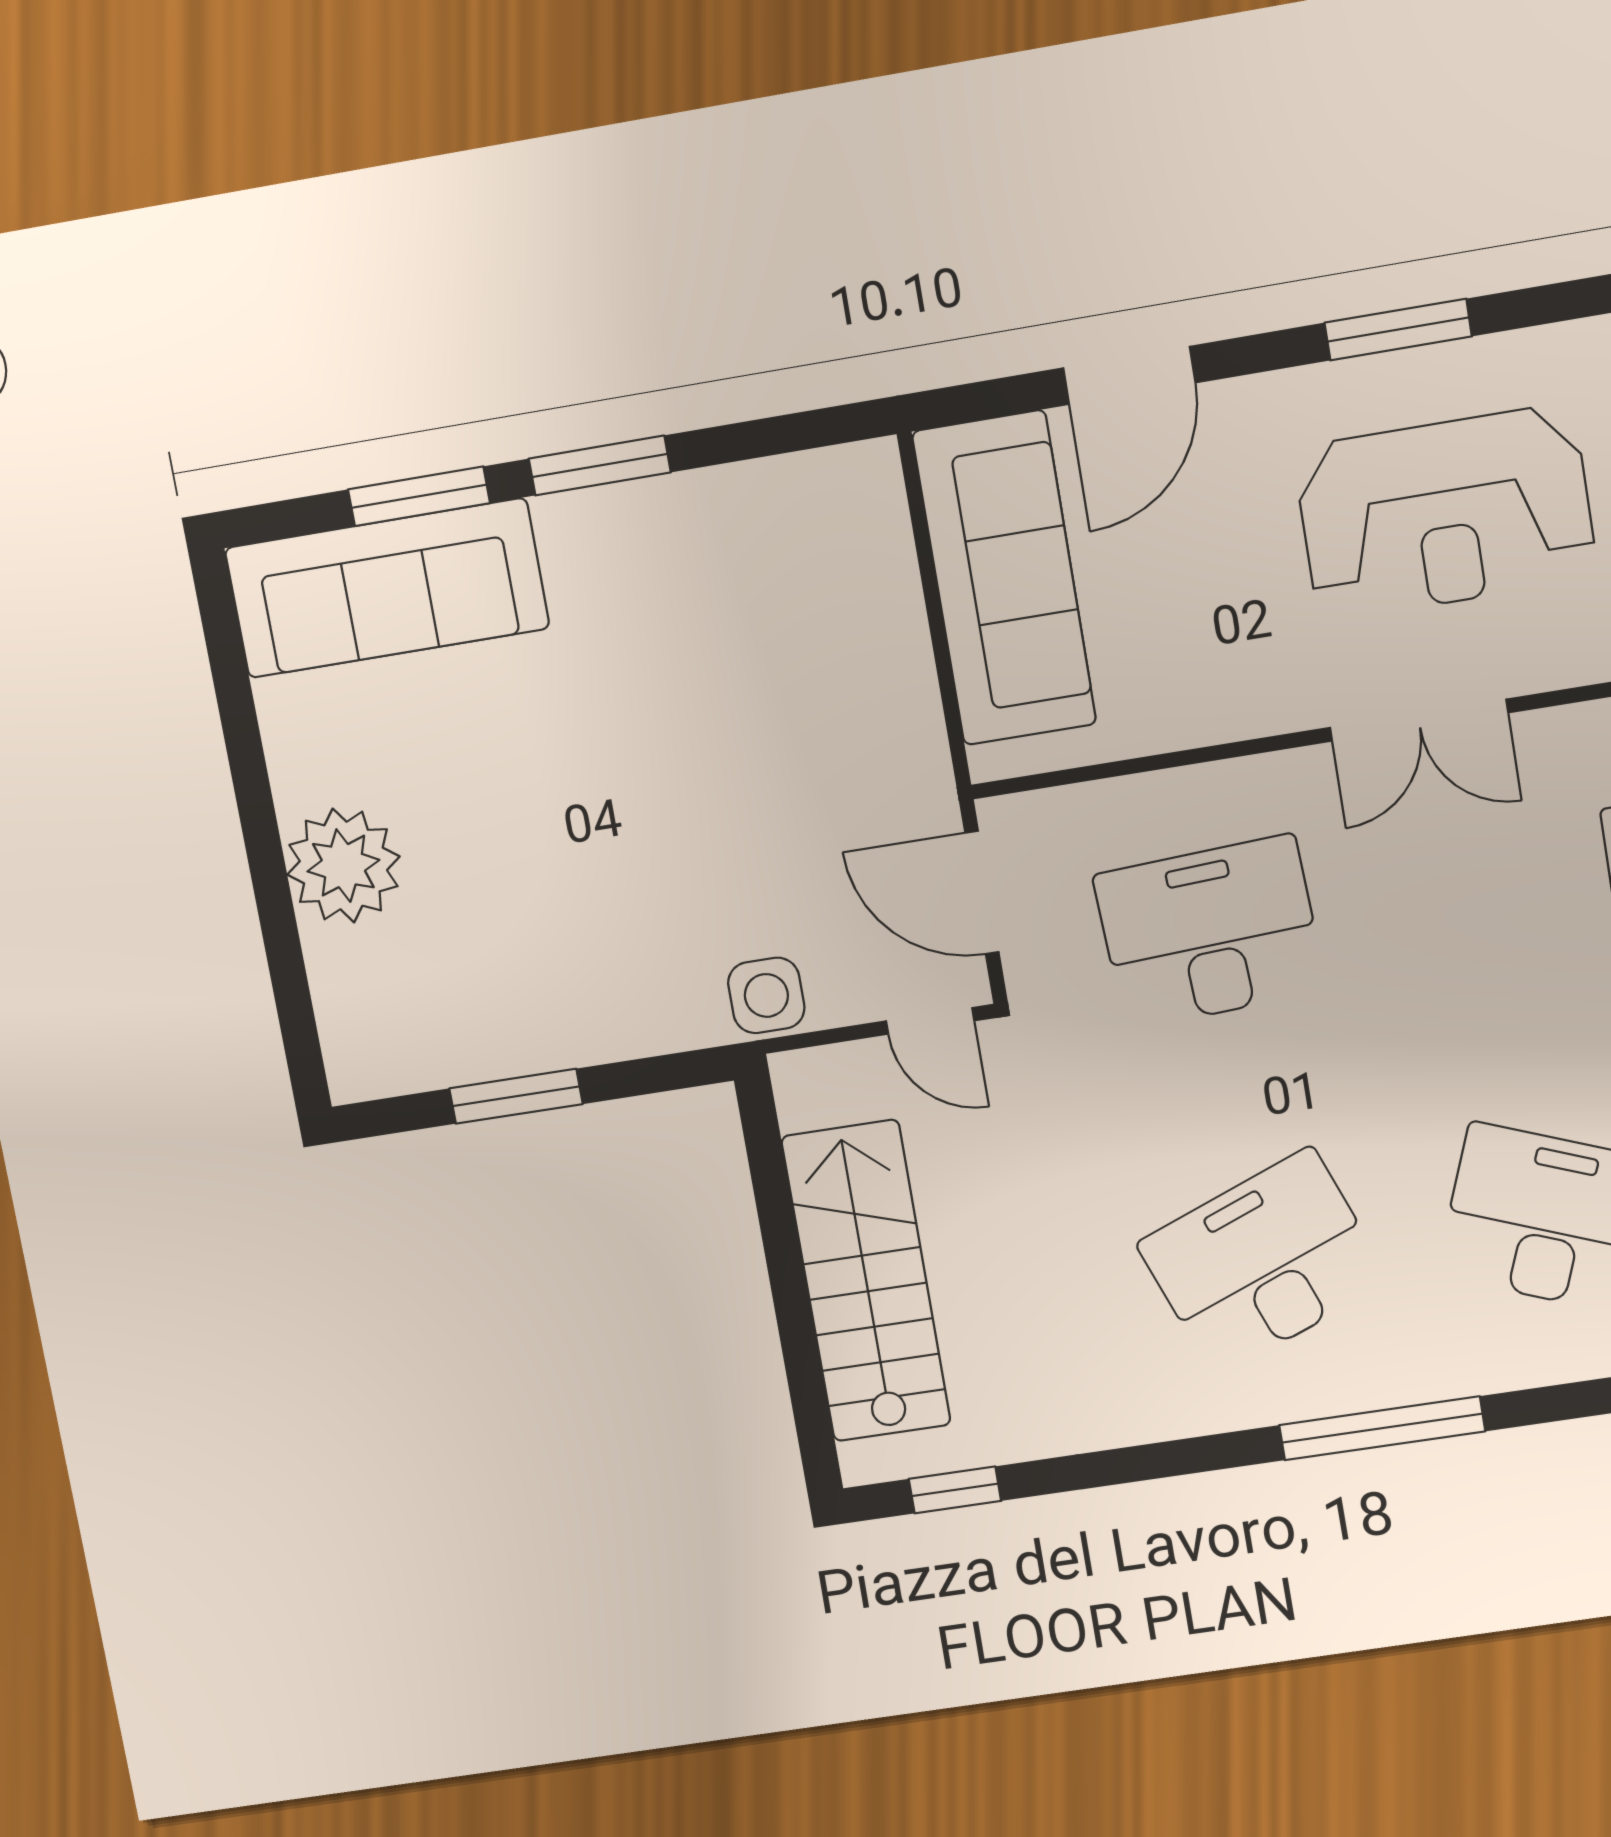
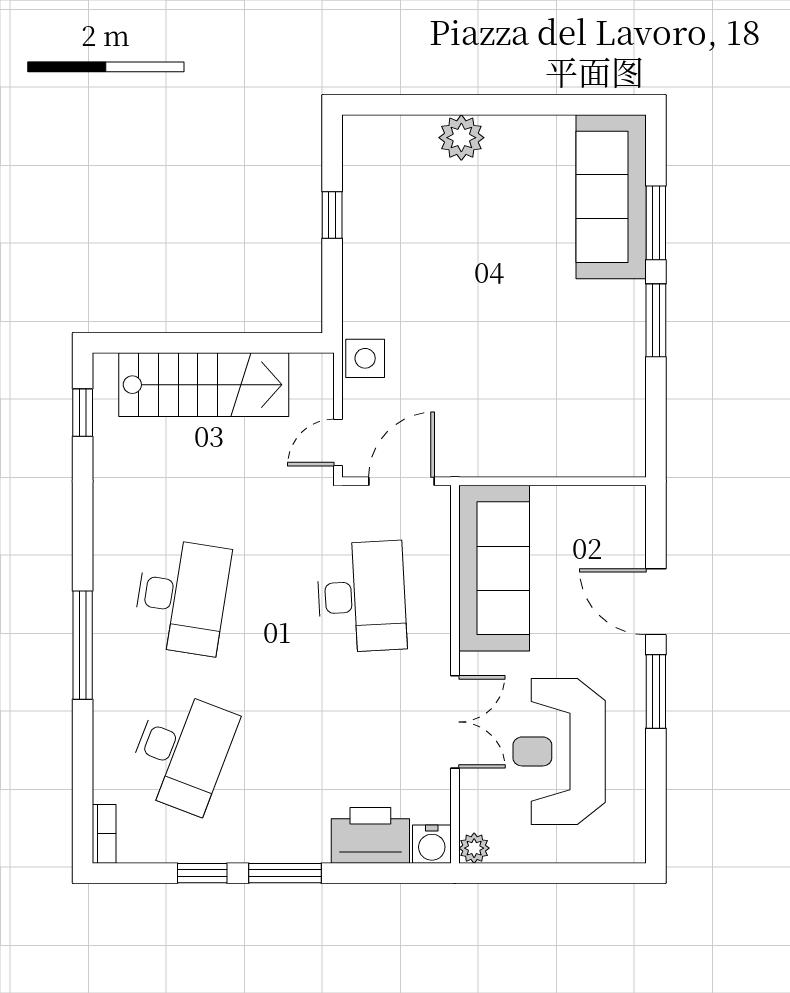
window: (1398, 330) -> (656, 691), moved
sofa: (1004, 578) -> (494, 568), moved, turned -90
double door: (1419, 720) -> (455, 722), swing flipped
plant: (343, 866) -> (461, 138), width x0.73, depth x0.73
window: (516, 1096) -> (332, 215), width x0.67
desk: (1263, 1262) -> (182, 597), turned 30

